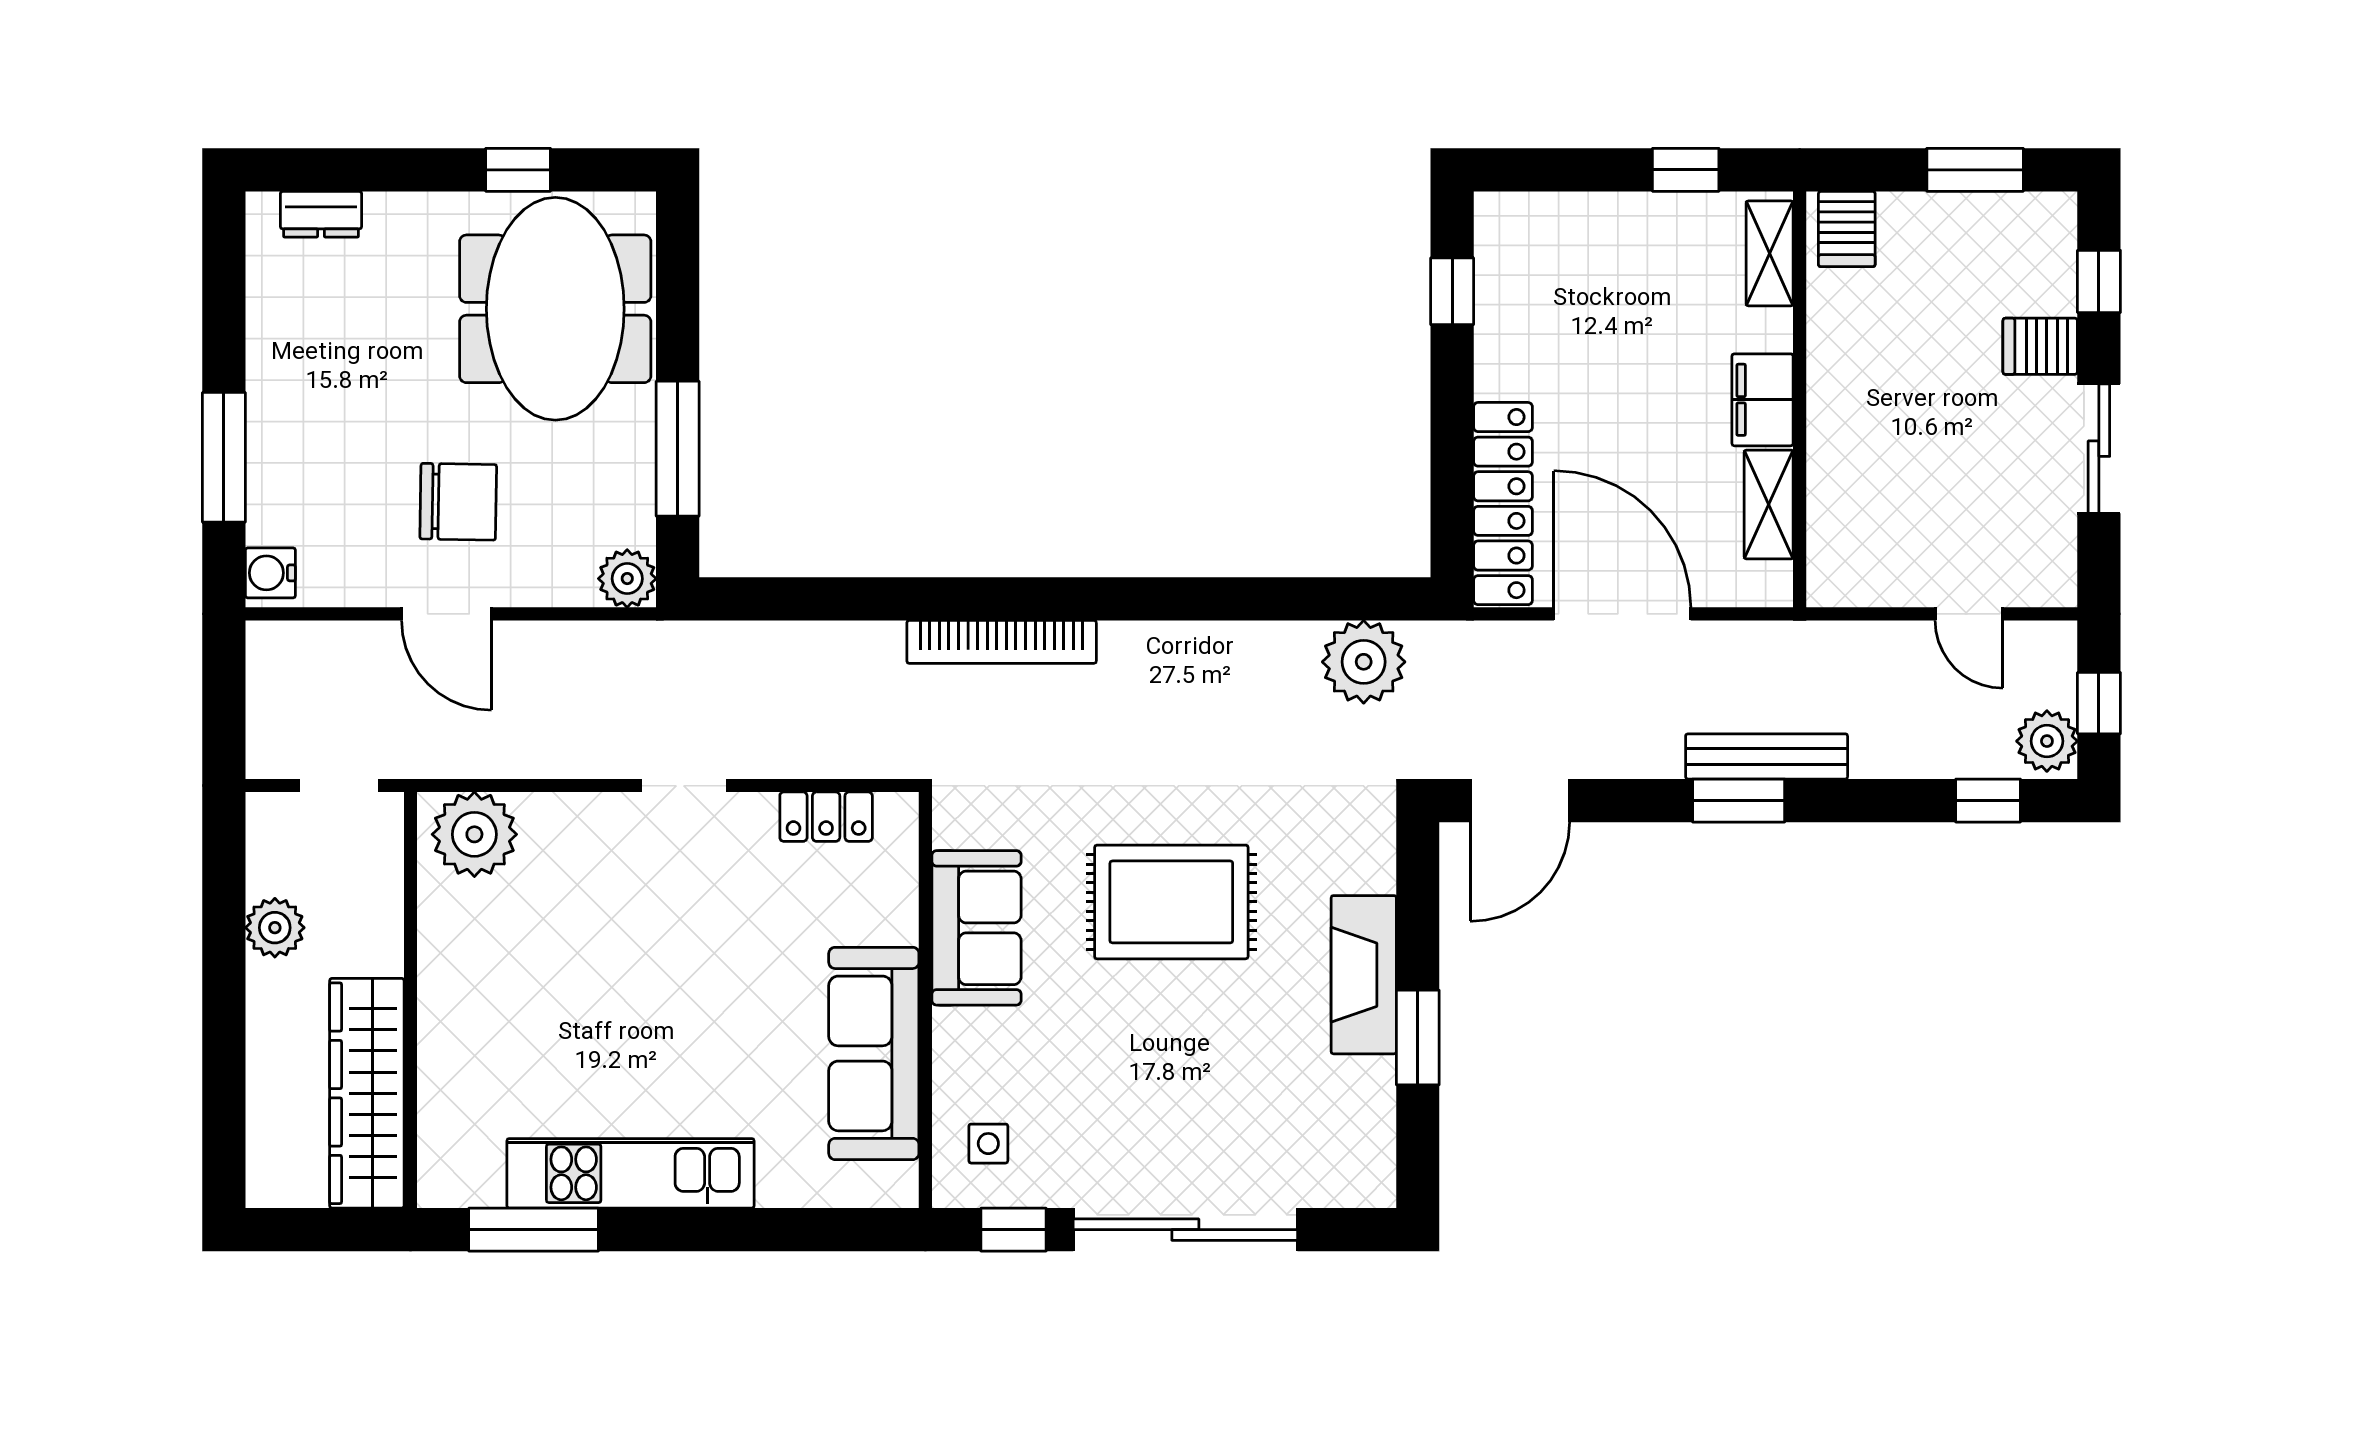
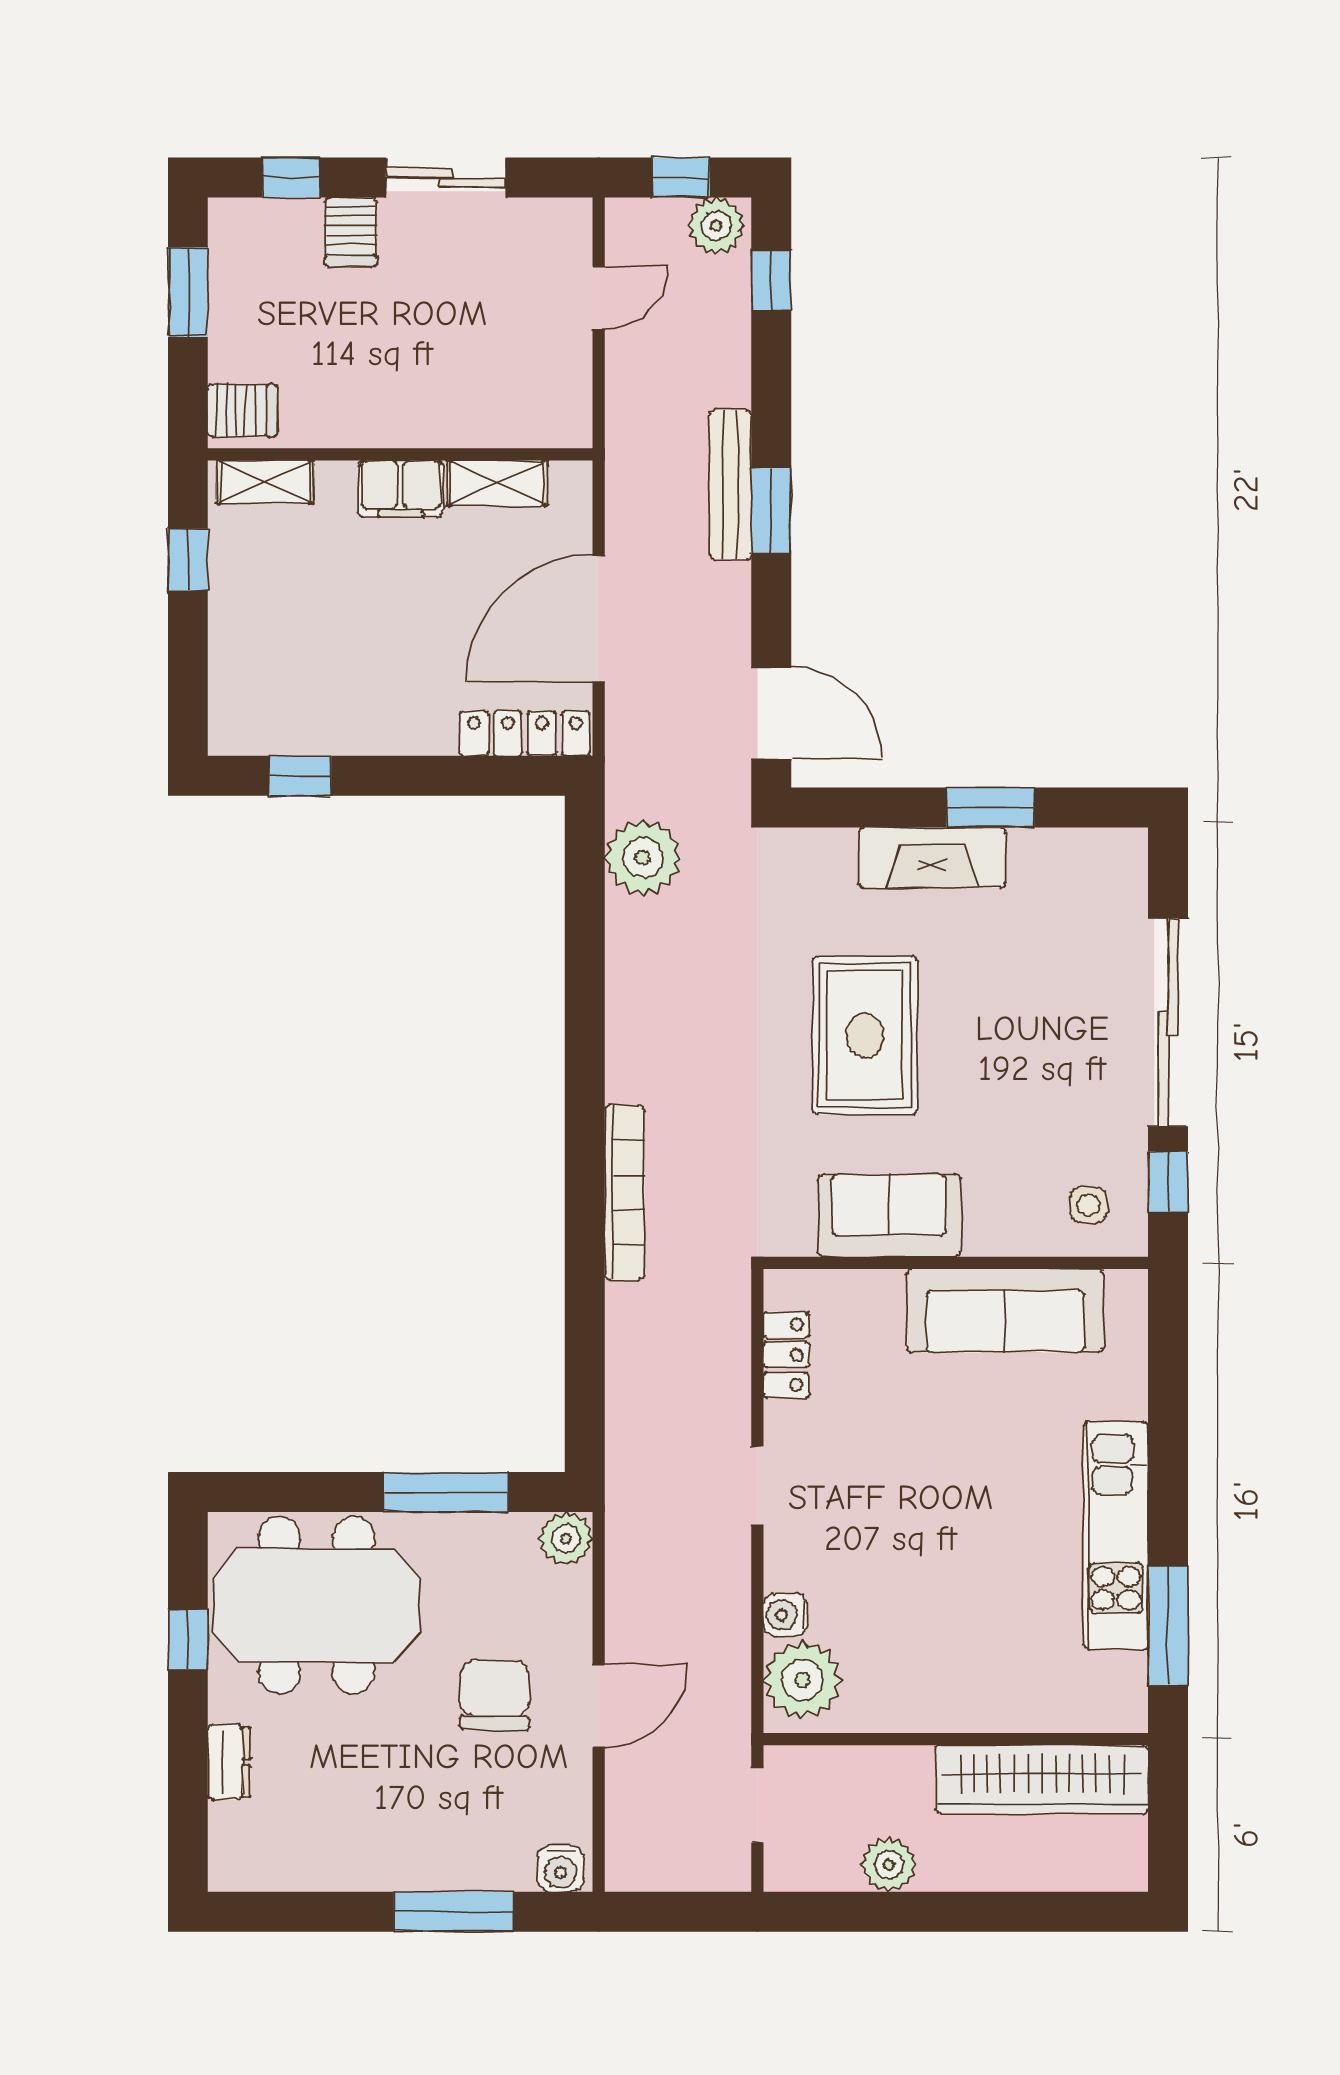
dresser: (321, 214) -> (229, 1762), moved
locker: (1503, 504) -> (525, 733), width x0.71, depth x0.83
water cooler: (545, 816) -> (785, 1615), added

